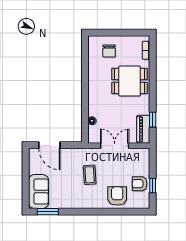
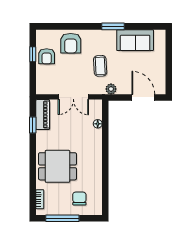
window: (125, 33) -> (62, 218), added
plant: (80, 153) -> (111, 89), added
armchair: (140, 184) -> (47, 56), turned 90
sofa: (39, 192) -> (135, 40), moved, turned -90
window: (48, 212) -> (113, 26), moved

